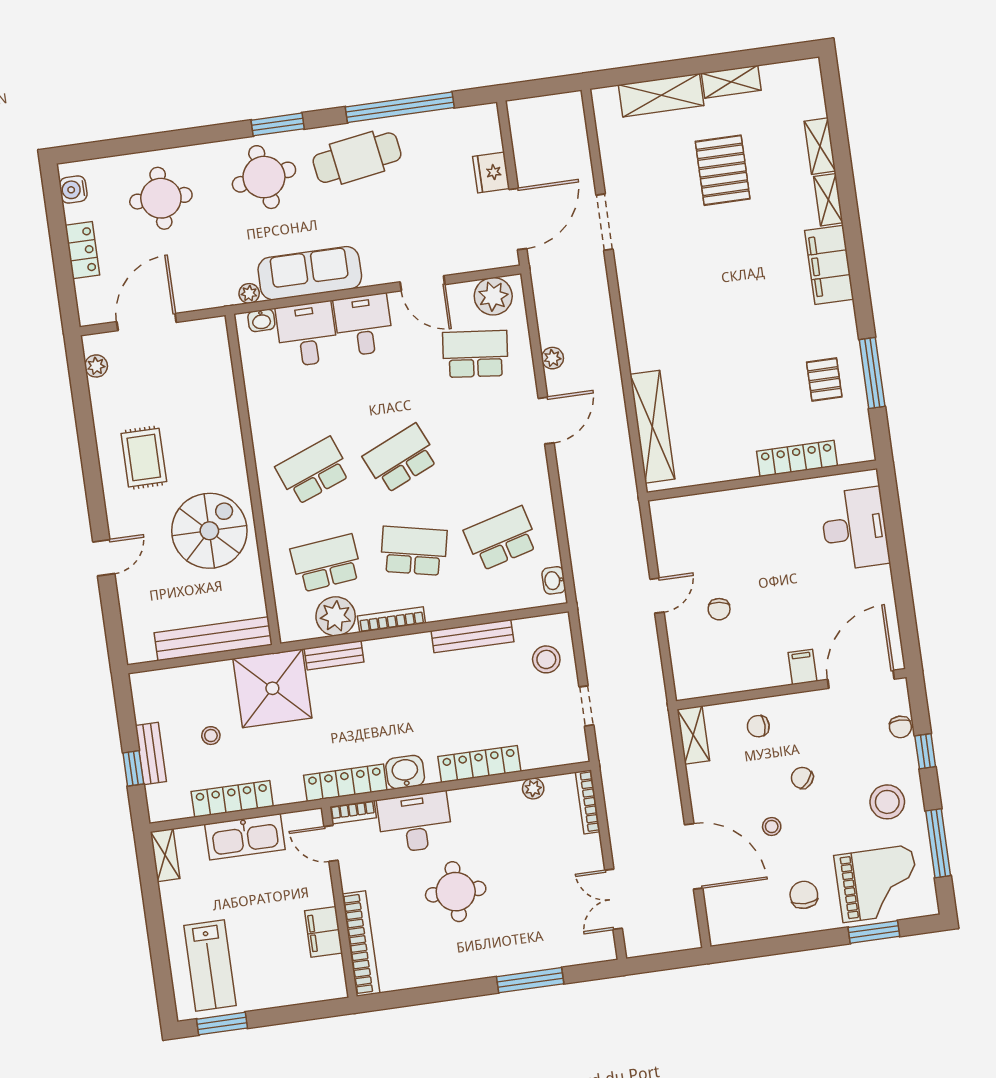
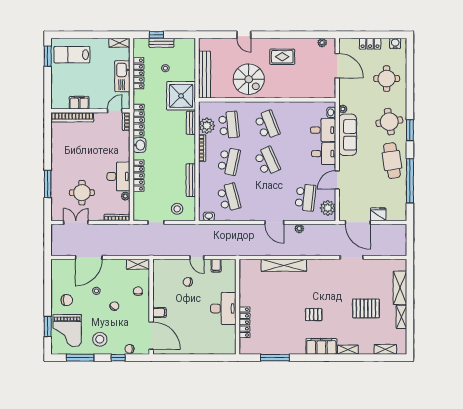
shelving: (820, 146) -> (385, 349), moved
pallet: (824, 380) -> (314, 315), moved
shelving: (652, 427) -> (284, 265), moved
desk: (855, 529) -> (223, 308), moved, turned -90
filing cabinet: (670, 546) -> (216, 266), added
desk: (415, 822) -> (118, 176), moved
round table: (456, 892) -> (82, 193), moved

